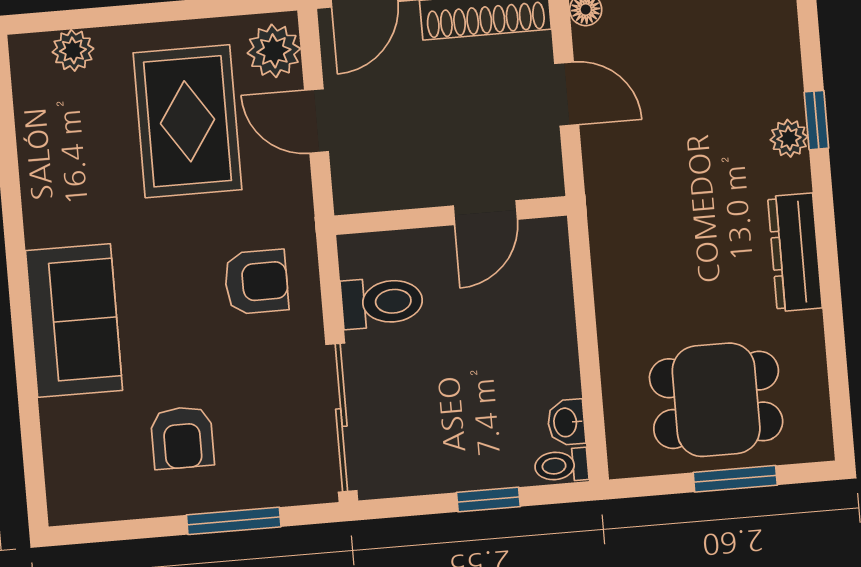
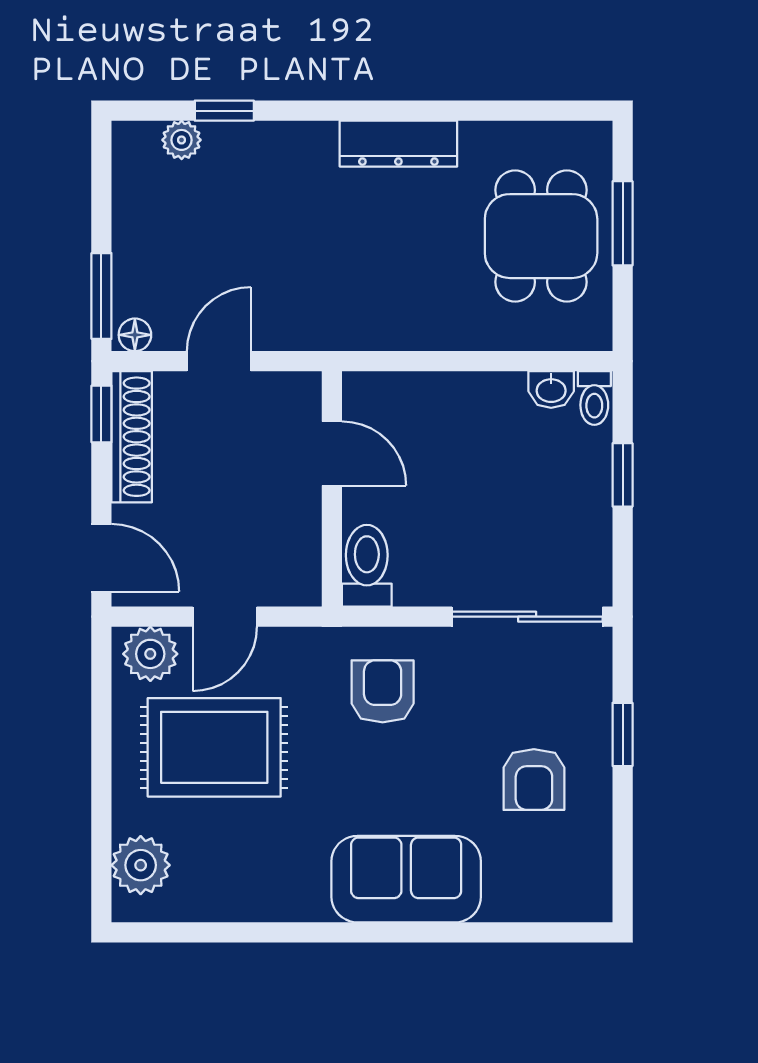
plant: (73, 50) -> (141, 865), width x1.38, depth x1.38
window: (816, 120) -> (224, 111), moved
plant: (789, 138) -> (182, 140), moved
toilet: (382, 302) -> (367, 566), moved
armchair: (182, 438) -> (534, 780), turned 90
window: (234, 521) -> (623, 734), width x0.67

